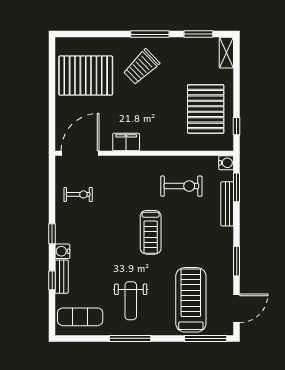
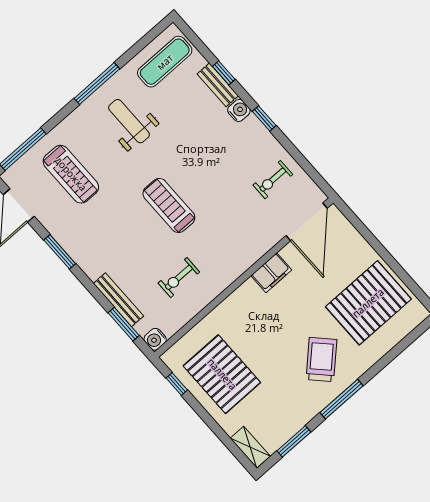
exercise bike: (181, 186) -> (179, 277), width x0.73, depth x0.72
treadmill: (191, 300) -> (71, 174), width x0.73, depth x0.73

